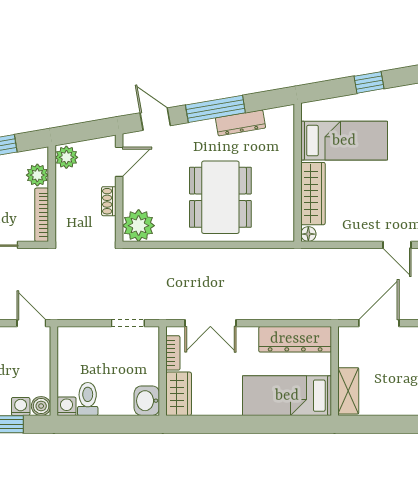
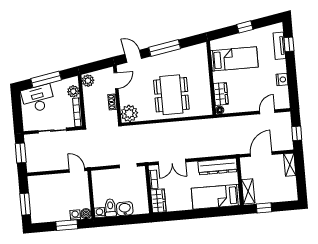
dresser: (240, 123) -> (179, 54), removed
wardrobe: (313, 194) -> (221, 94), width x0.67
door: (397, 245) -> (267, 112), swing flipped
washbasin: (147, 401) -> (125, 209), moved, turned 90
window: (375, 424) -> (264, 208), added

